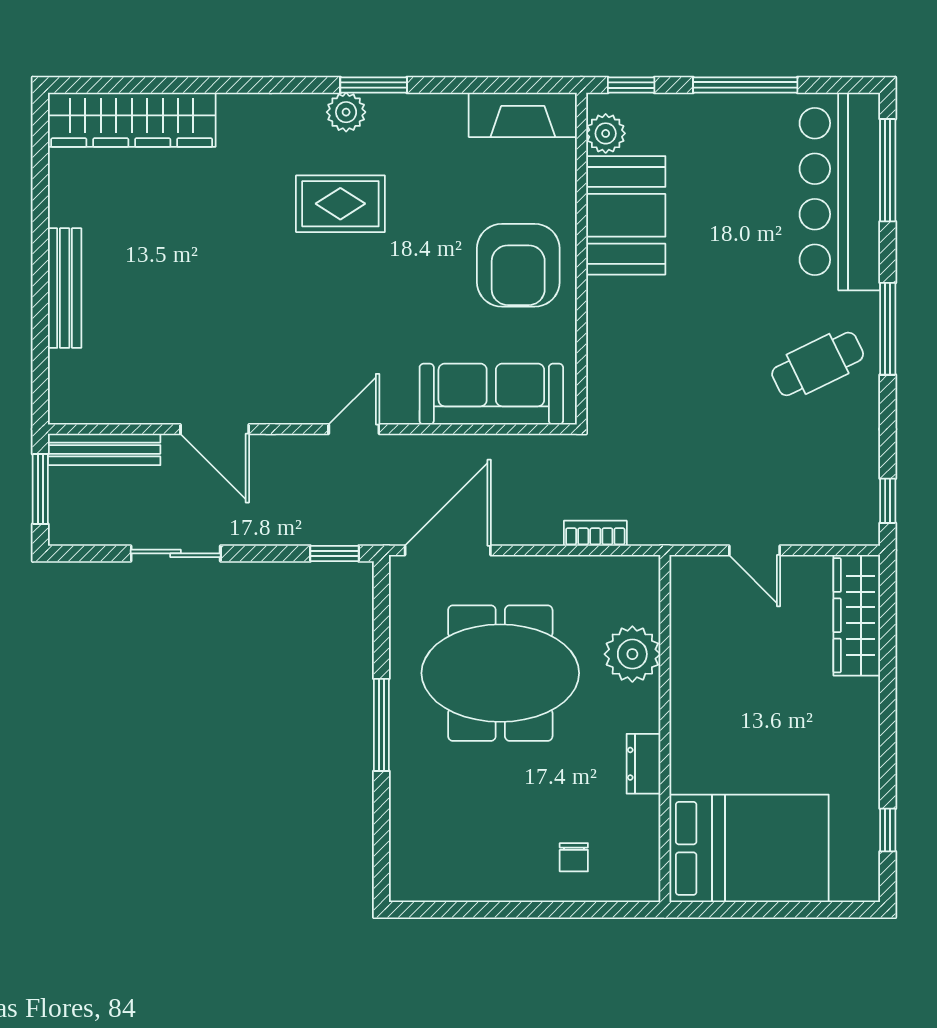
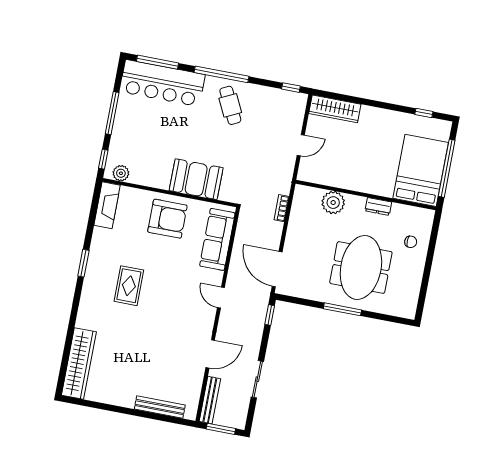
plant: (346, 112) -> (92, 276), removed
booth: (626, 215) -> (196, 179), moved
bench: (65, 288) -> (160, 407), moved
window: (888, 329) -> (222, 74), width x1.46
meeting table: (500, 673) -> (361, 268), moved
window: (766, 910) -> (447, 168), added

